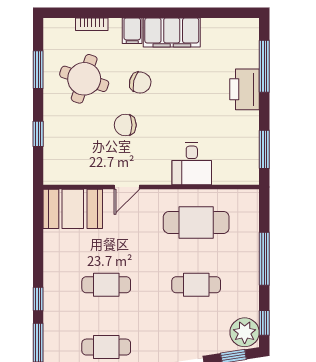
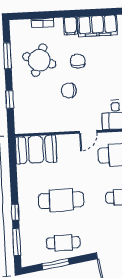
chair: (140, 83) -> (78, 61), turned -104
door: (127, 187) -> (88, 132), moved
cafe table: (106, 285) -> (61, 200), width x1.37, depth x1.35

